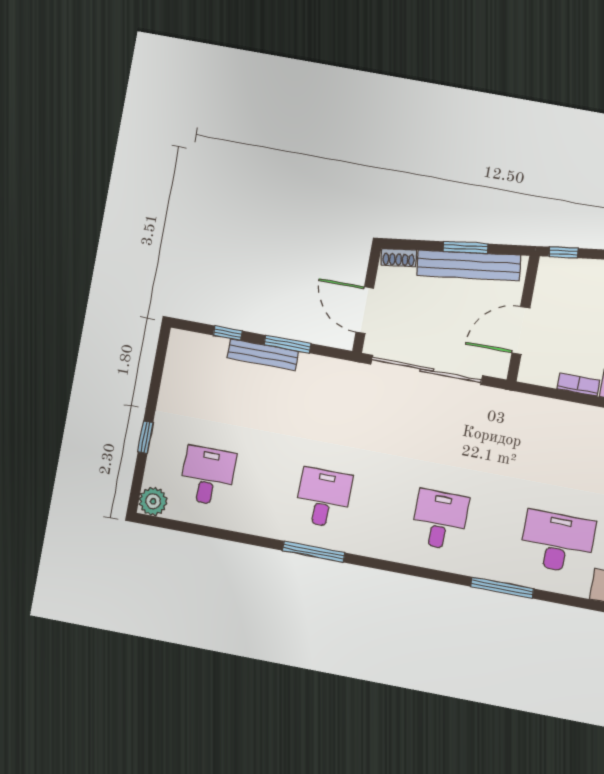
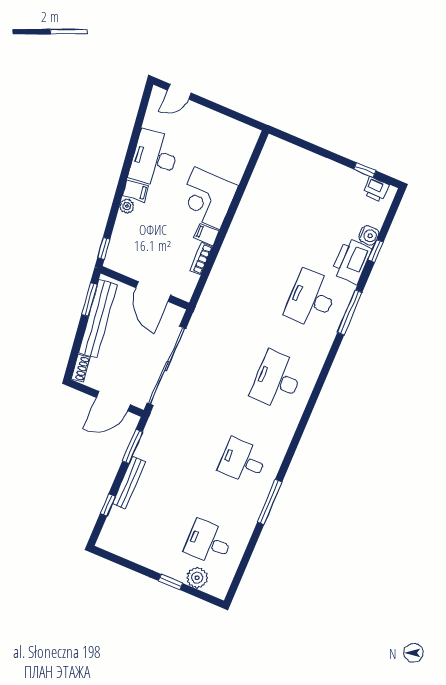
window: (466, 247) -> (89, 300), moved
window: (287, 344) -> (132, 446), moved
plant: (153, 501) -> (197, 578), moved
desk: (440, 520) -> (277, 380), width x1.37
window: (314, 552) -> (270, 502), moved
window: (502, 588) -> (350, 312), moved

